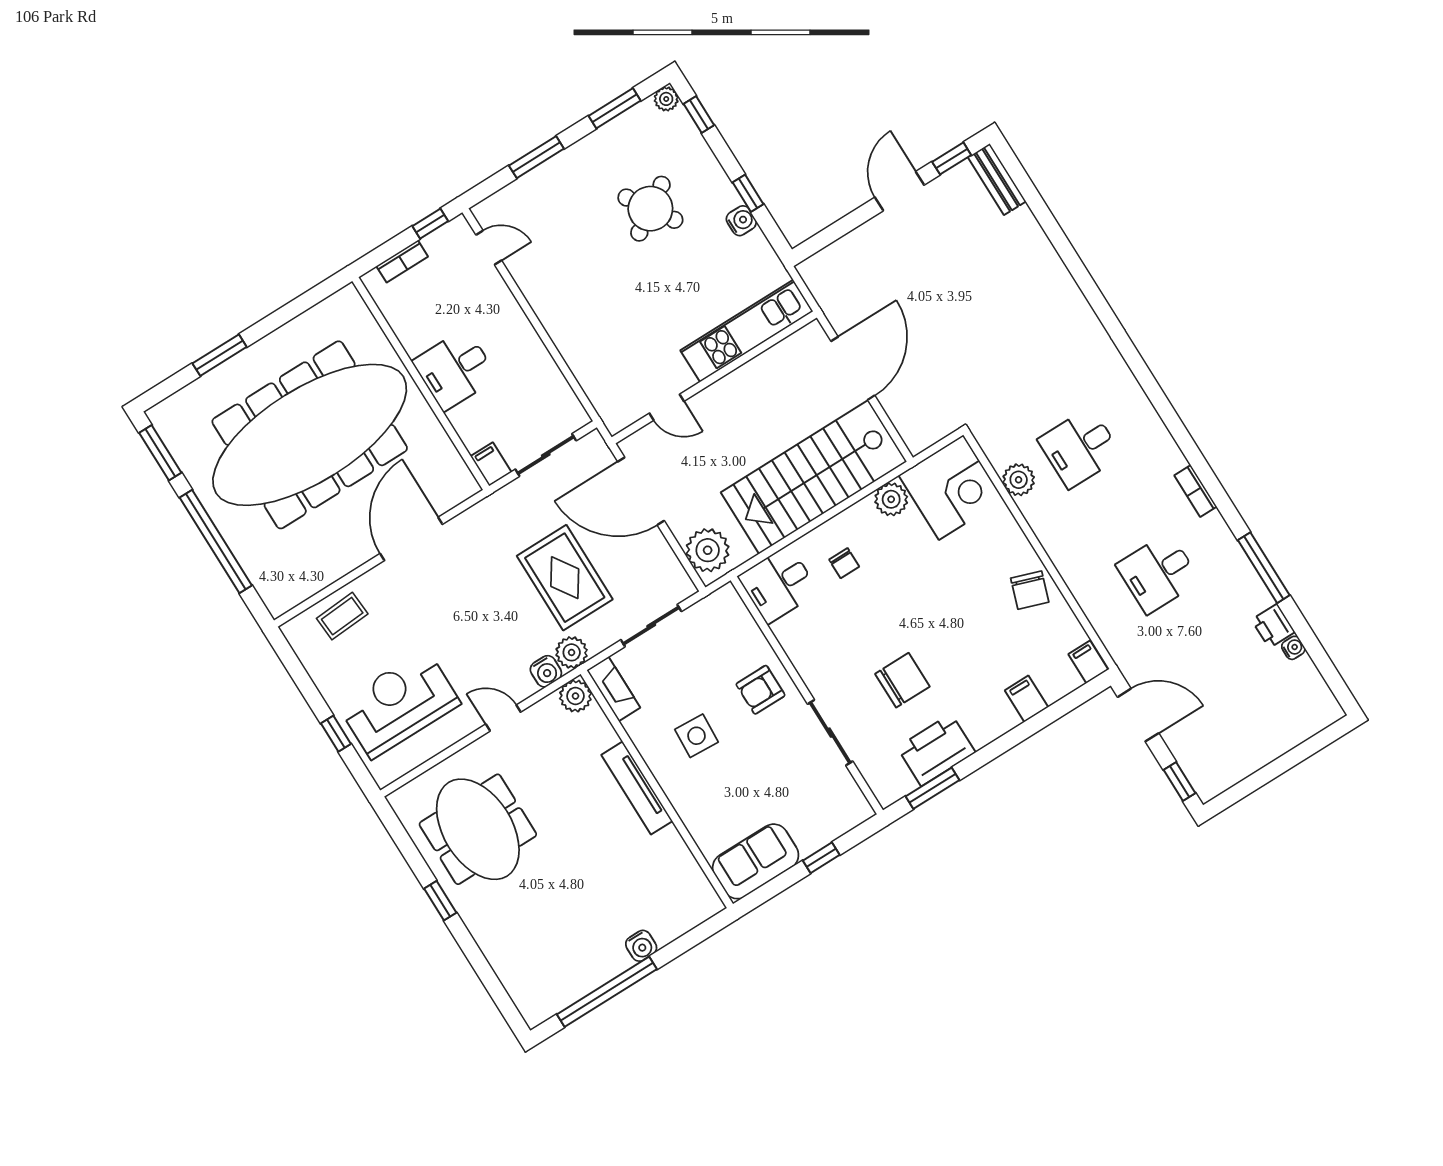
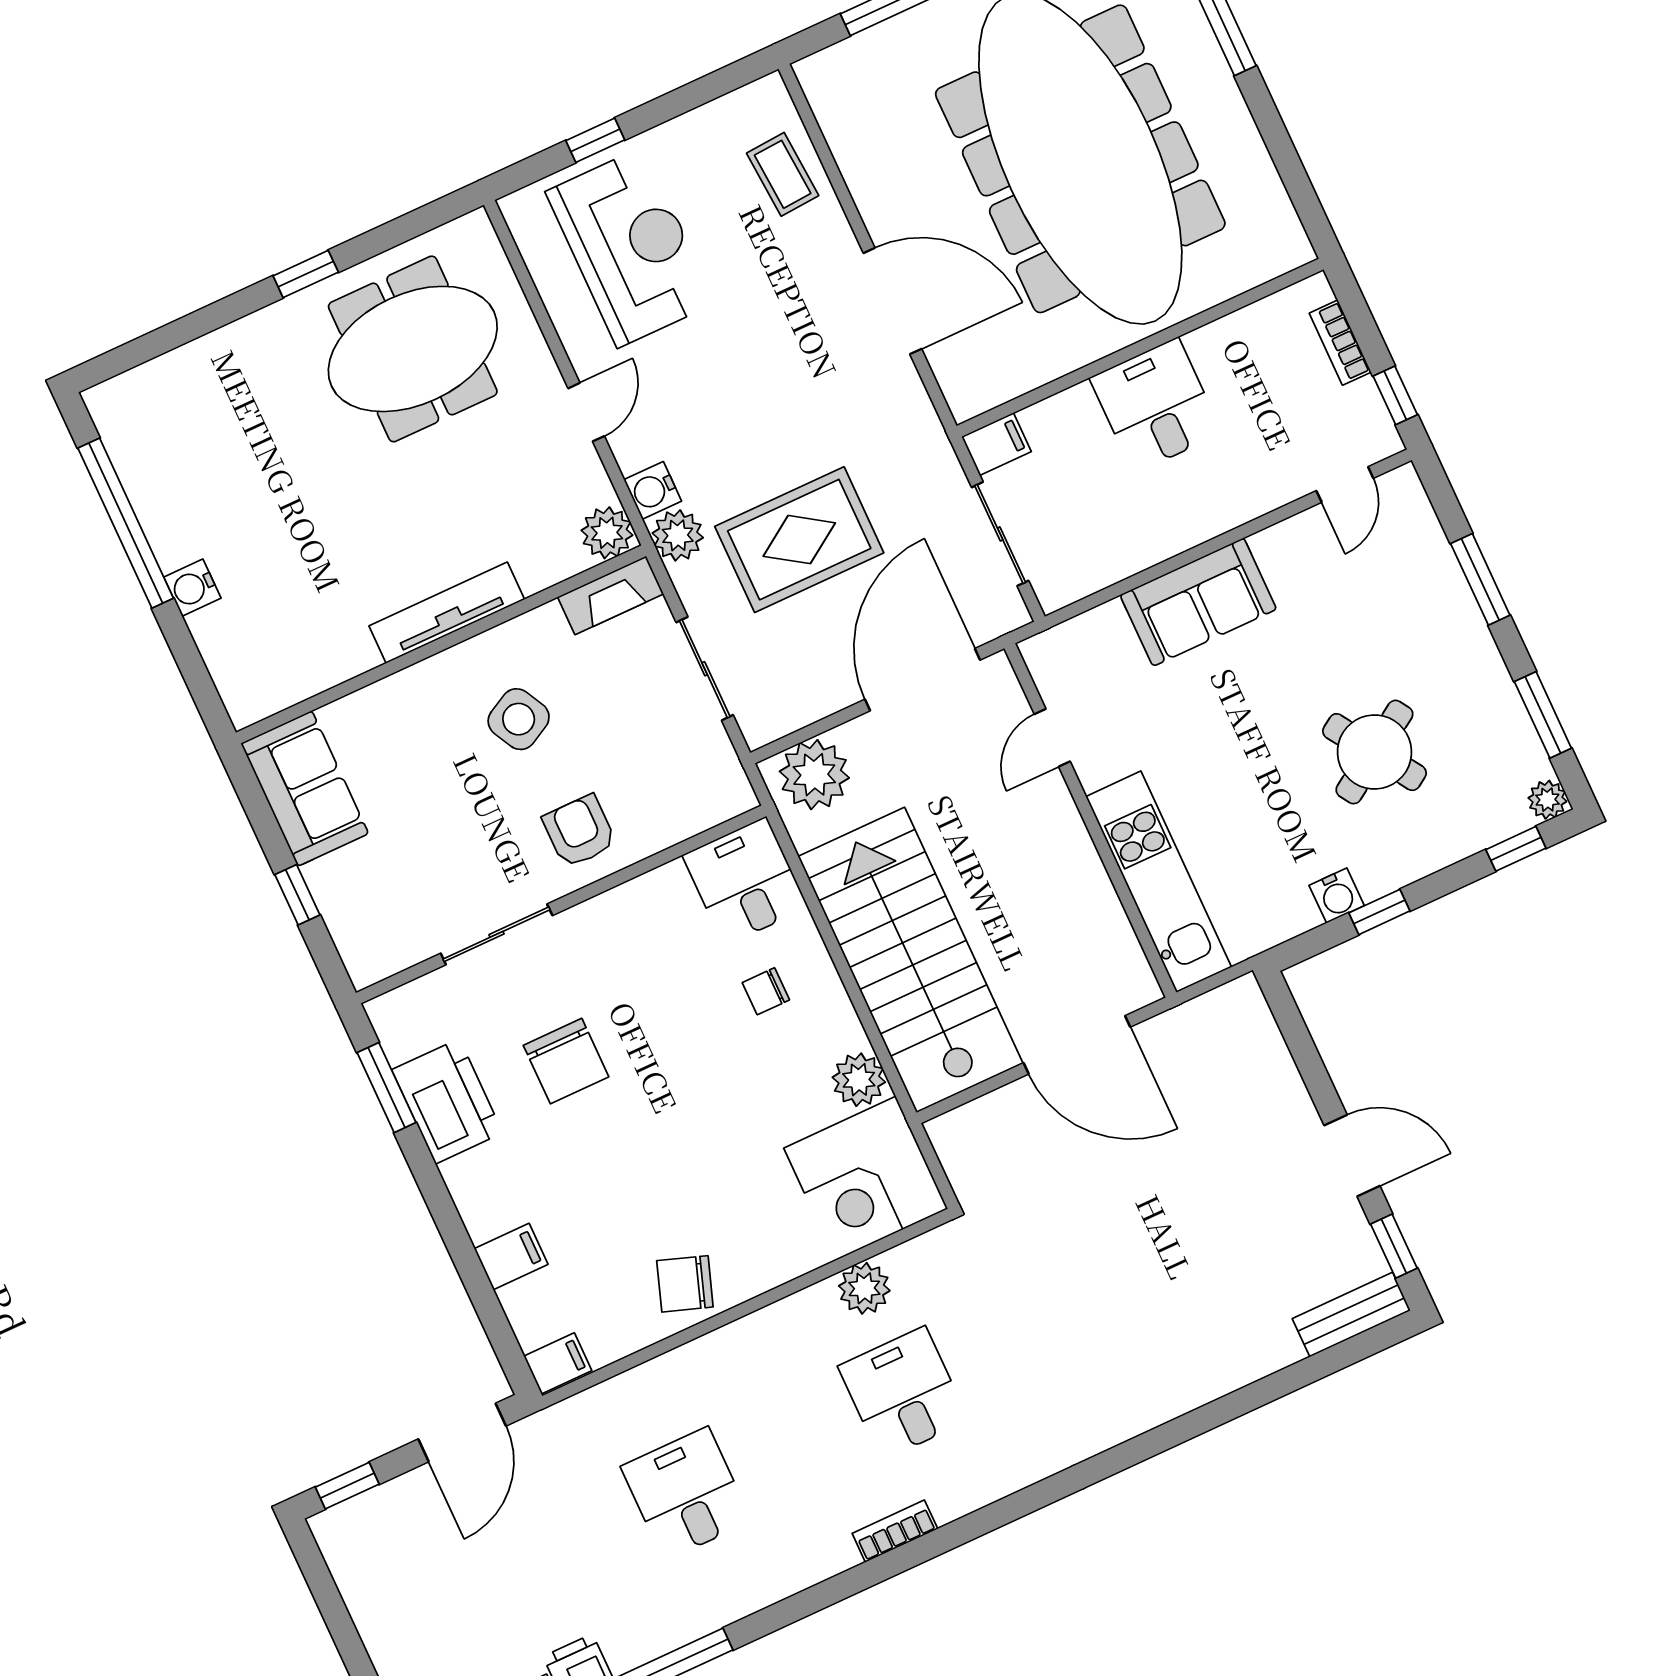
sofa: (572, 328) -> (1198, 602), added
bookcase: (1195, 491) -> (895, 1531), moved
side table: (697, 736) -> (519, 719), turned -31

